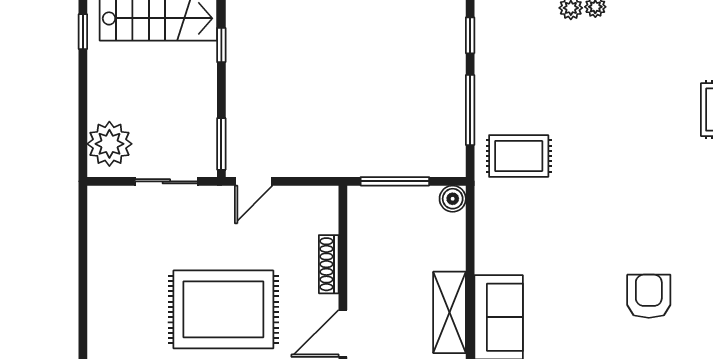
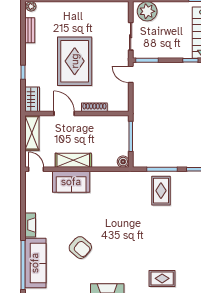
rug: (519, 156) -> (161, 191), moved
armchair: (649, 296) -> (80, 248), turned 41

